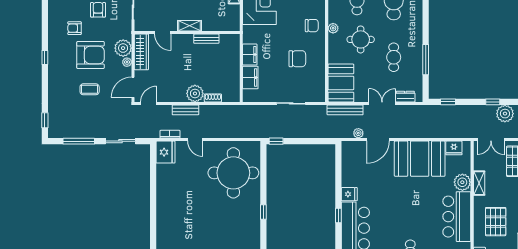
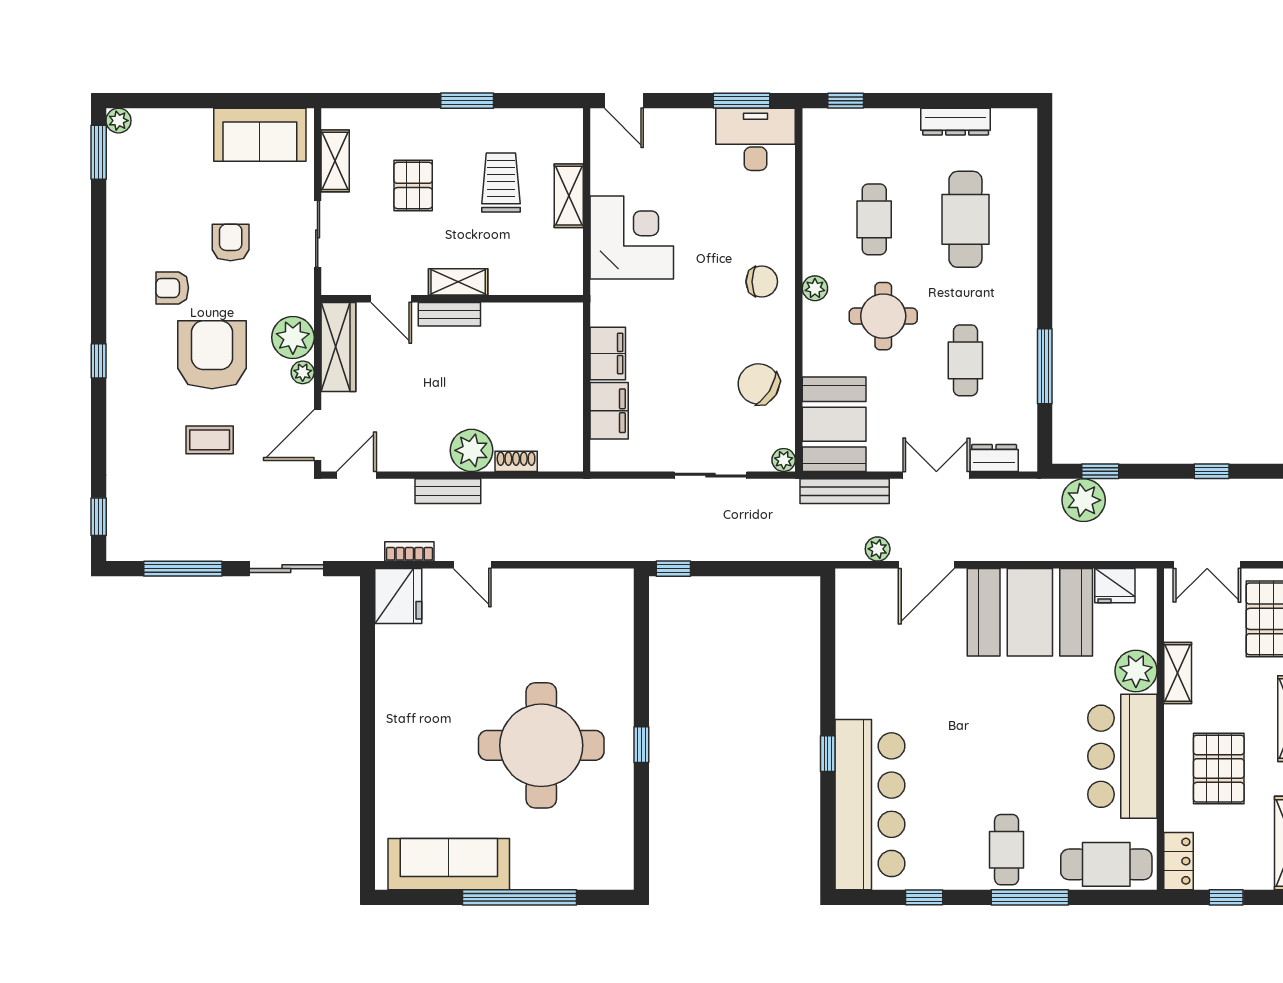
bench: (206, 39) -> (449, 314), moved
armchair: (91, 55) -> (212, 355), turned -90
chair: (297, 59) -> (759, 384), moved, turned -148
plant: (321, 97) -> (784, 460), added
plant: (505, 114) -> (1084, 500), moved
round table: (233, 173) -> (541, 745), moved
fridge: (349, 194) -> (855, 700), removed

